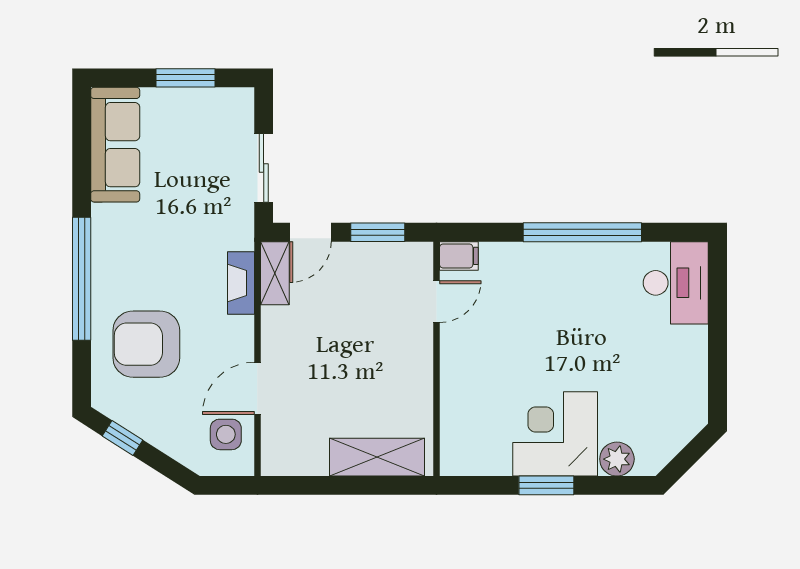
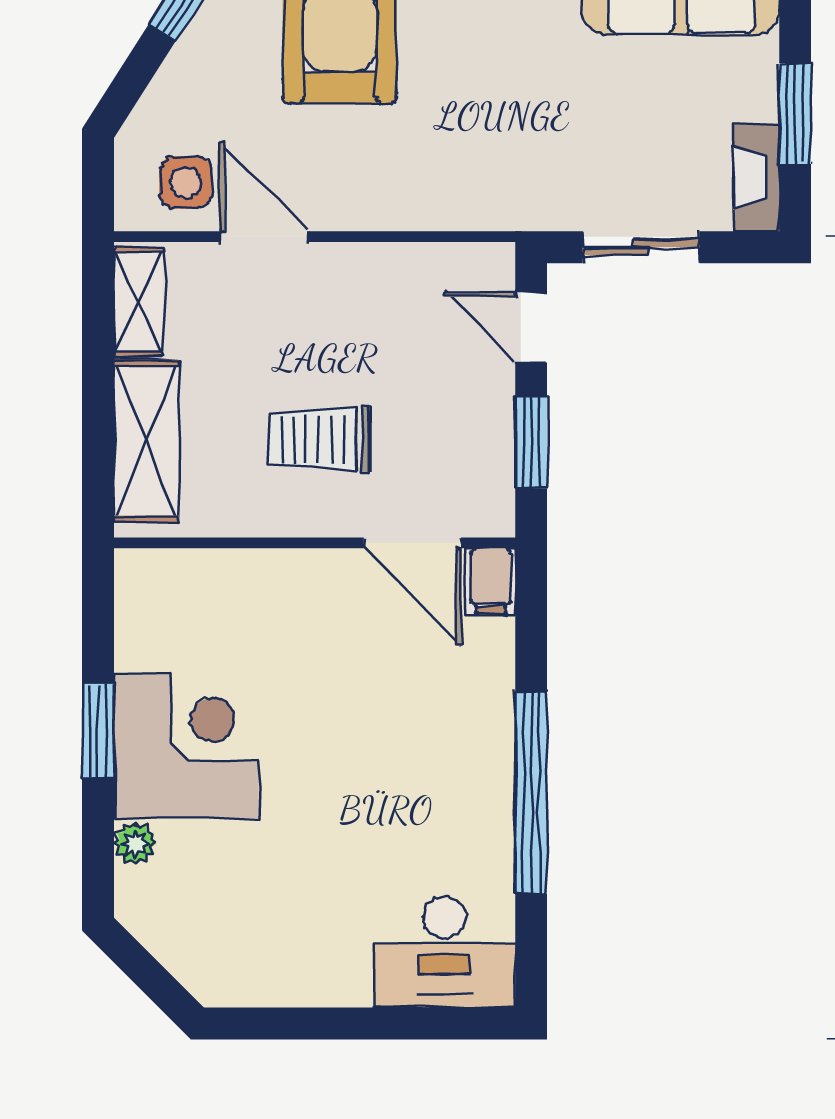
shelving: (275, 273) -> (138, 301), moved, turned 90
fireplace: (241, 283) -> (756, 178), moved, turned -90
door: (437, 302) -> (412, 543), width x1.38
trolley: (376, 356) -> (320, 439), added
plant: (617, 459) -> (135, 843), width x0.73, depth x0.73

